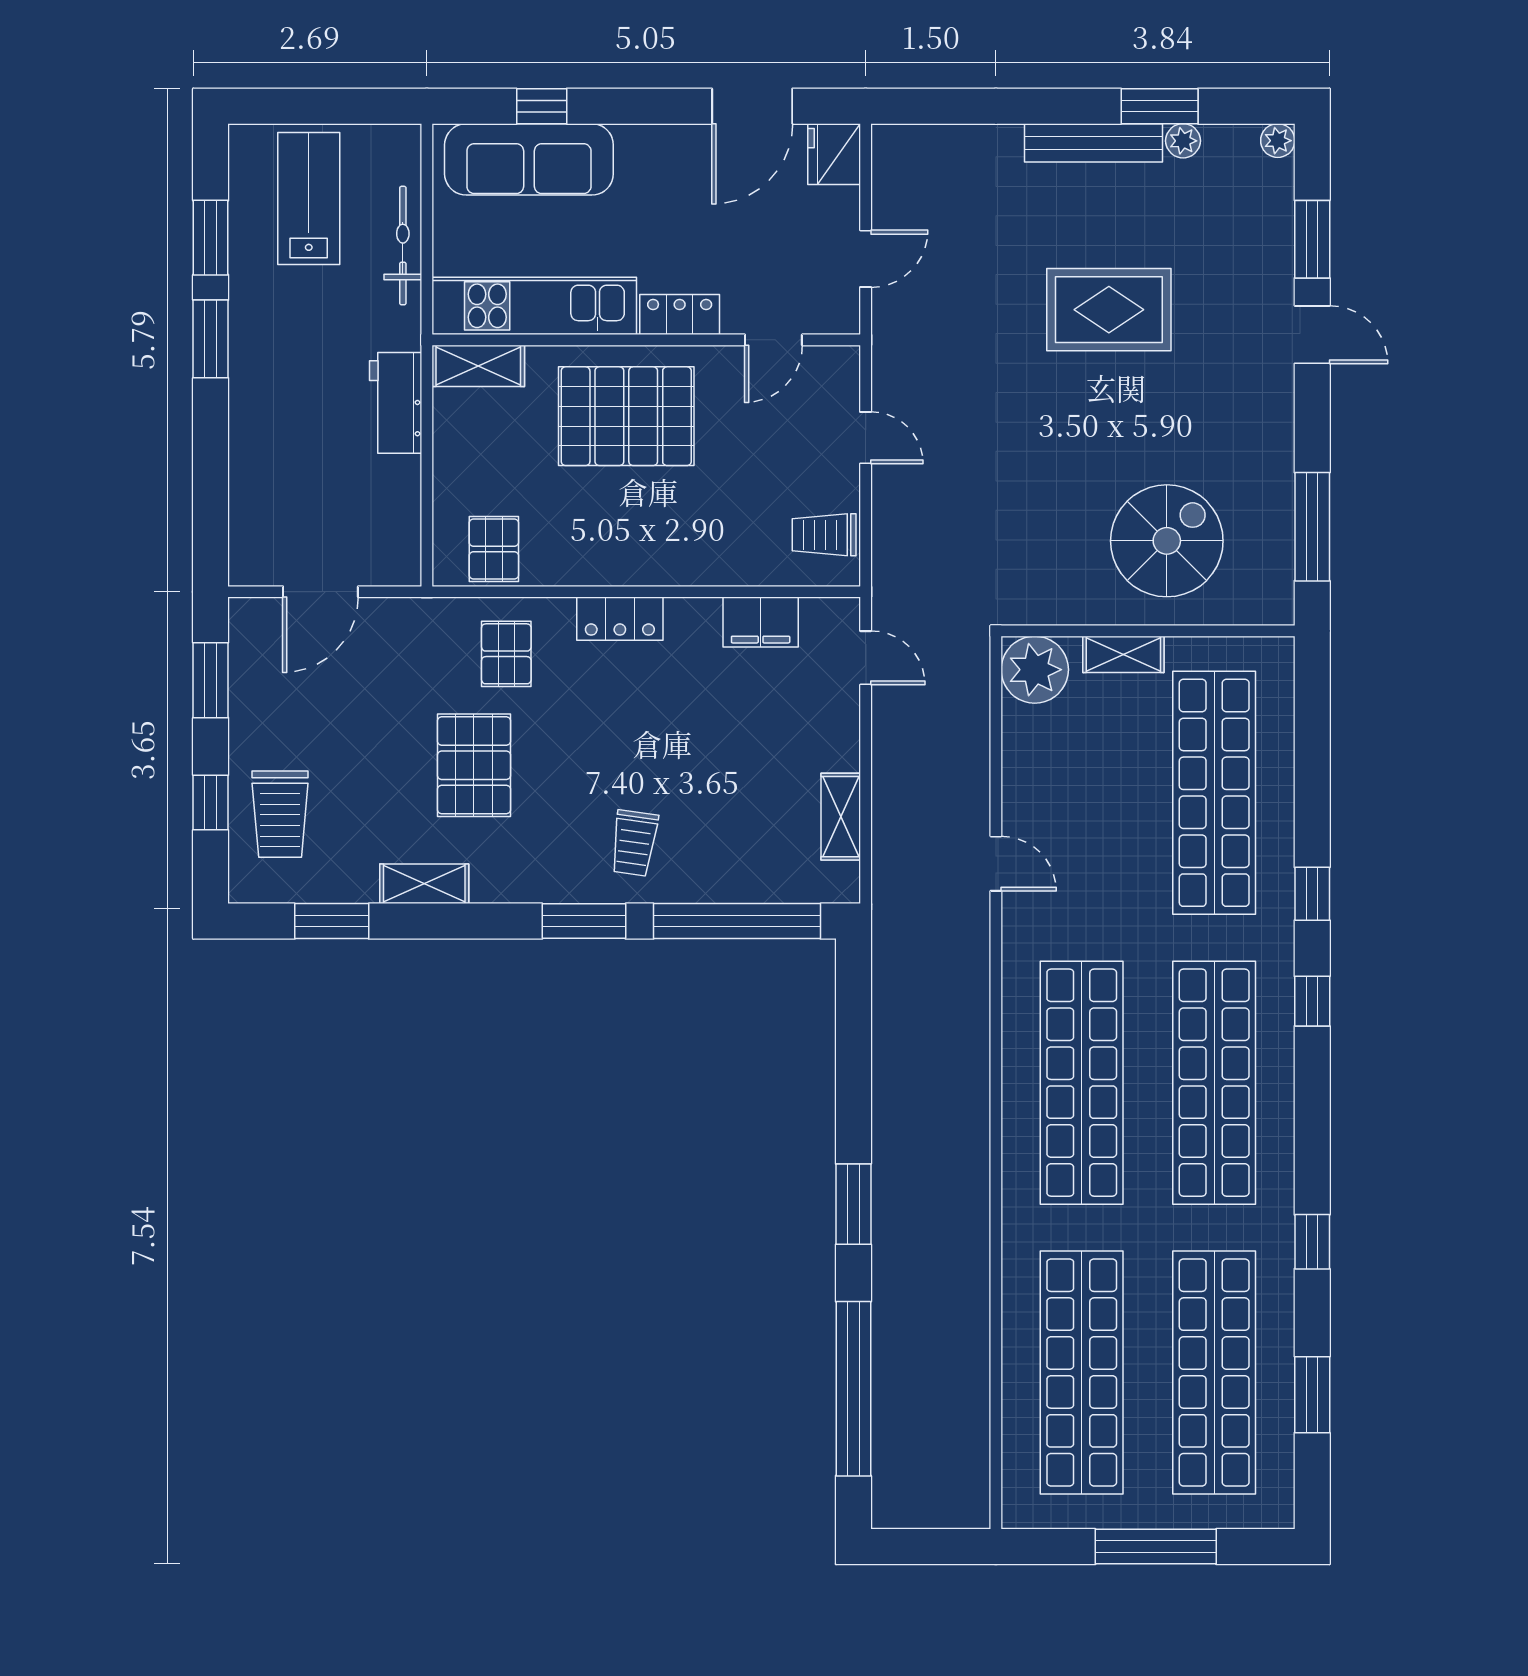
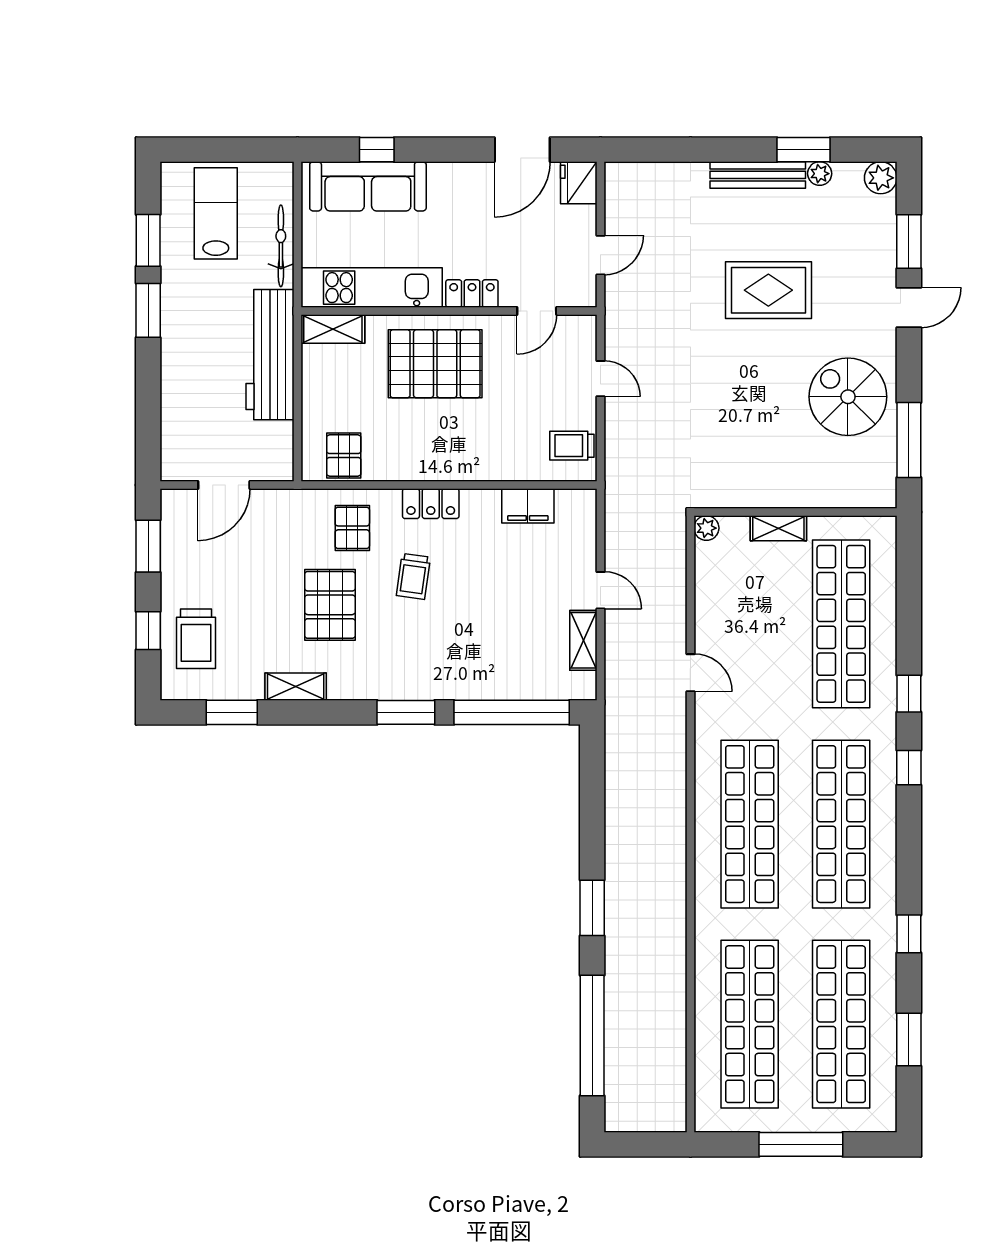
plant: (1278, 141) -> (881, 178), width x1.38, depth x1.38
door: (1312, 335) -> (909, 307), hinge flipped
workbench: (396, 403) -> (270, 355), width x1.88, depth x1.32
spiral stairs: (1167, 541) -> (848, 397), moved, turned -90
door: (866, 658) -> (600, 590), moved
plant: (1035, 670) -> (706, 528), width x0.53, depth x0.53
trolley: (634, 843) -> (413, 576), moved

